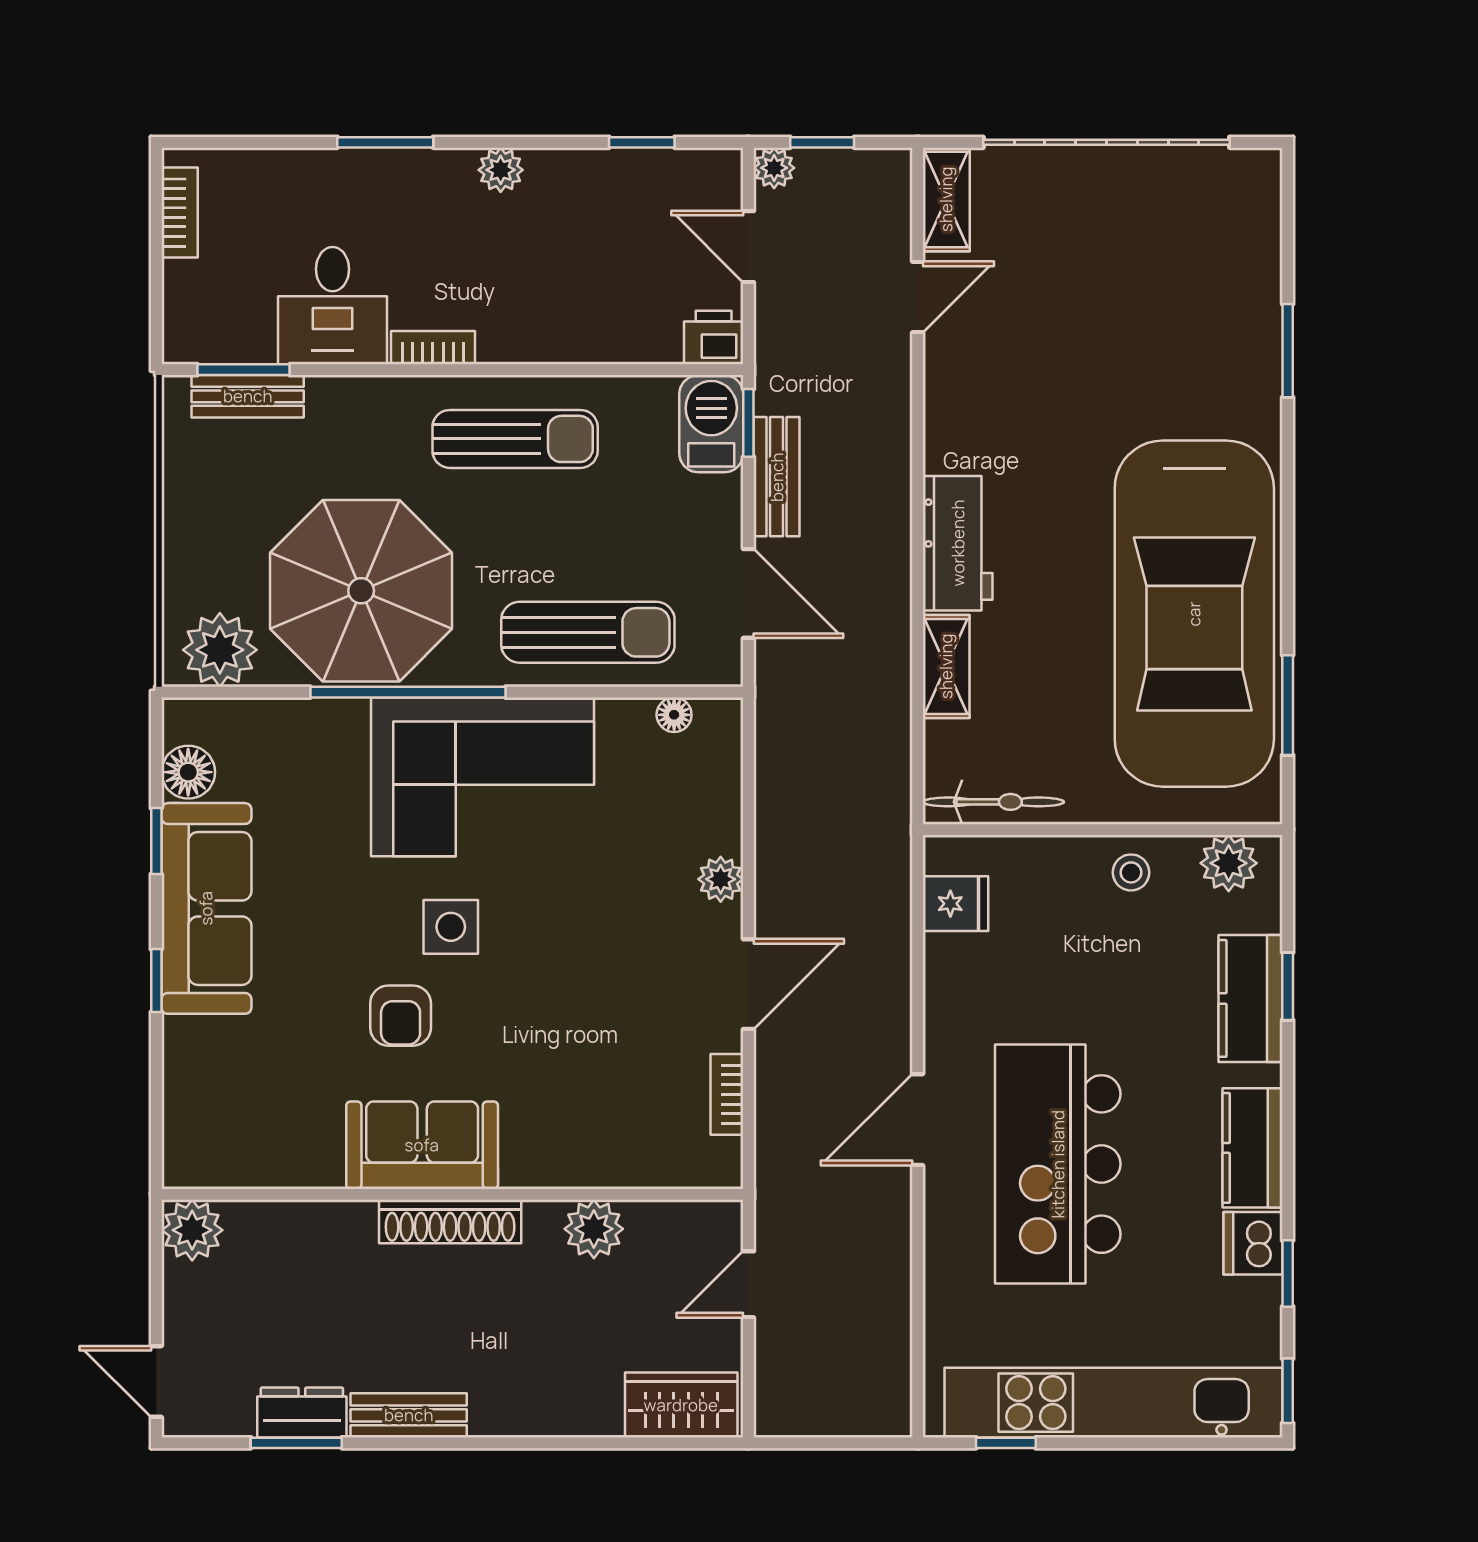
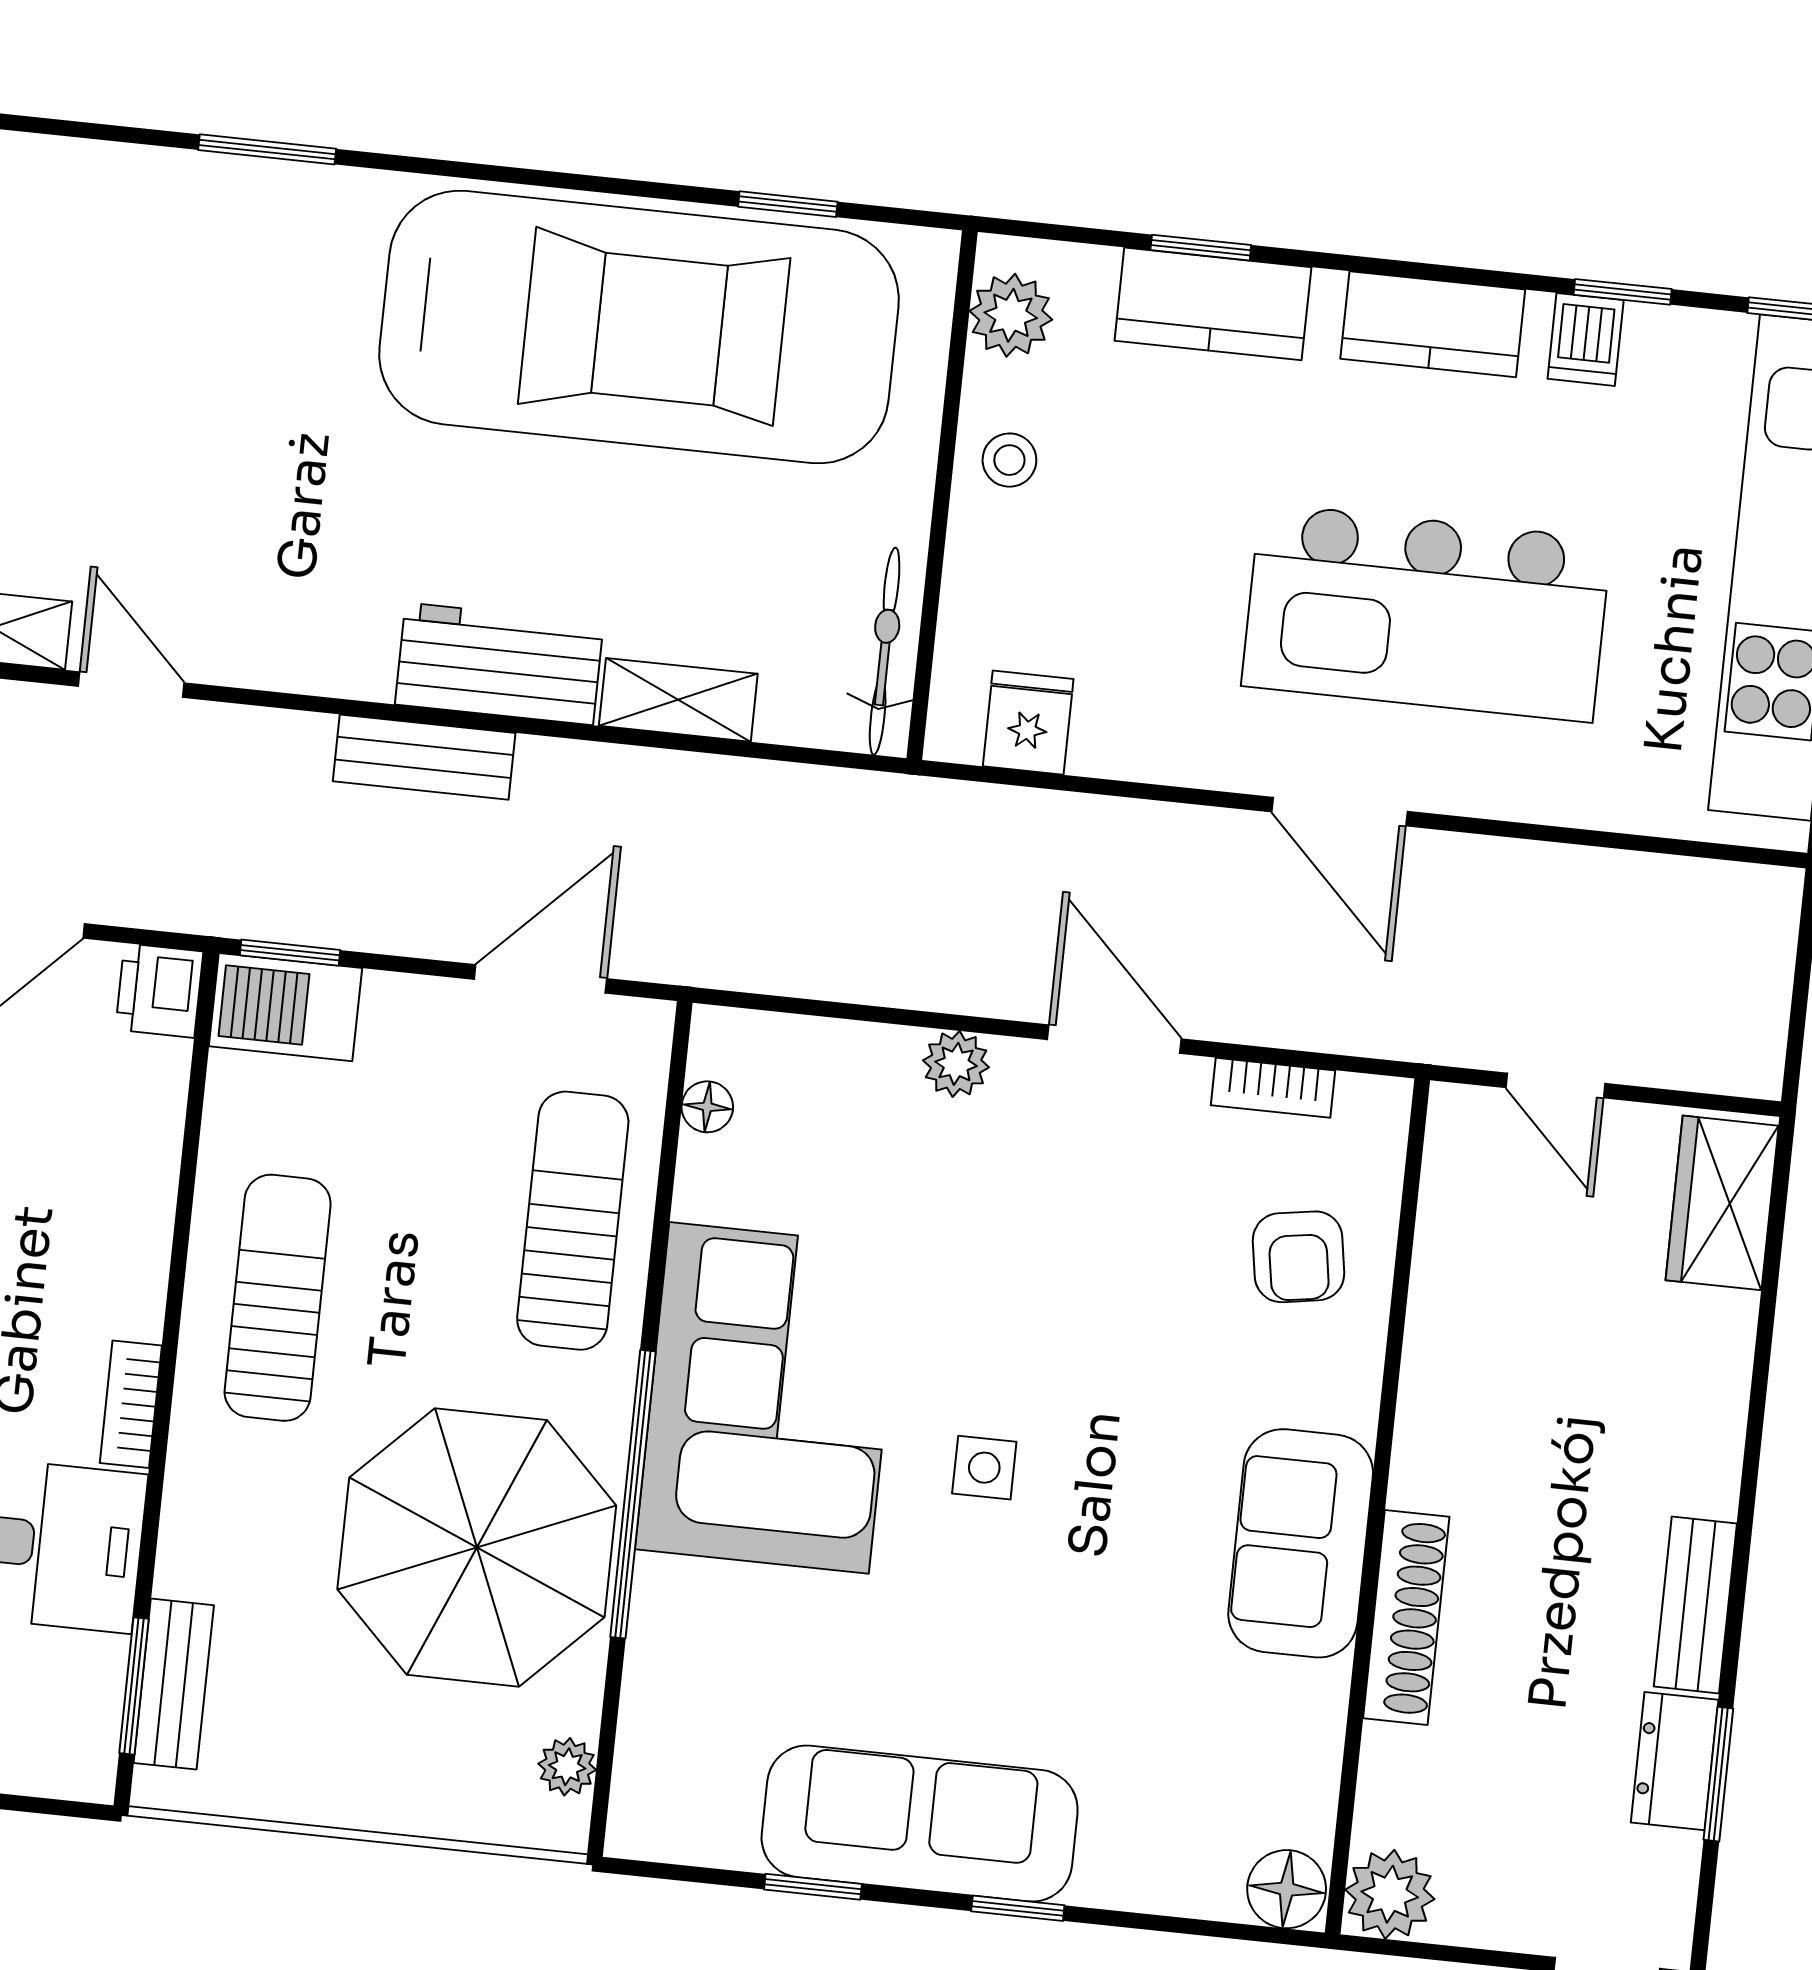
bench: (777, 477) -> (424, 757), moved
plant: (220, 650) -> (567, 1767), width x0.53, depth x0.53
window: (1288, 705) -> (788, 204), width x0.67
floor lamp: (188, 772) -> (1287, 1889), moved
side table: (451, 927) -> (984, 1468), width x0.73, depth x0.73
armchair: (401, 1016) -> (1299, 1257), moved, turned 81
shoe rack: (450, 1222) -> (1406, 1617), moved
plant: (594, 1229) -> (1450, 1304), removed
dishwasher: (1253, 1243) -> (1586, 339), width x0.73

